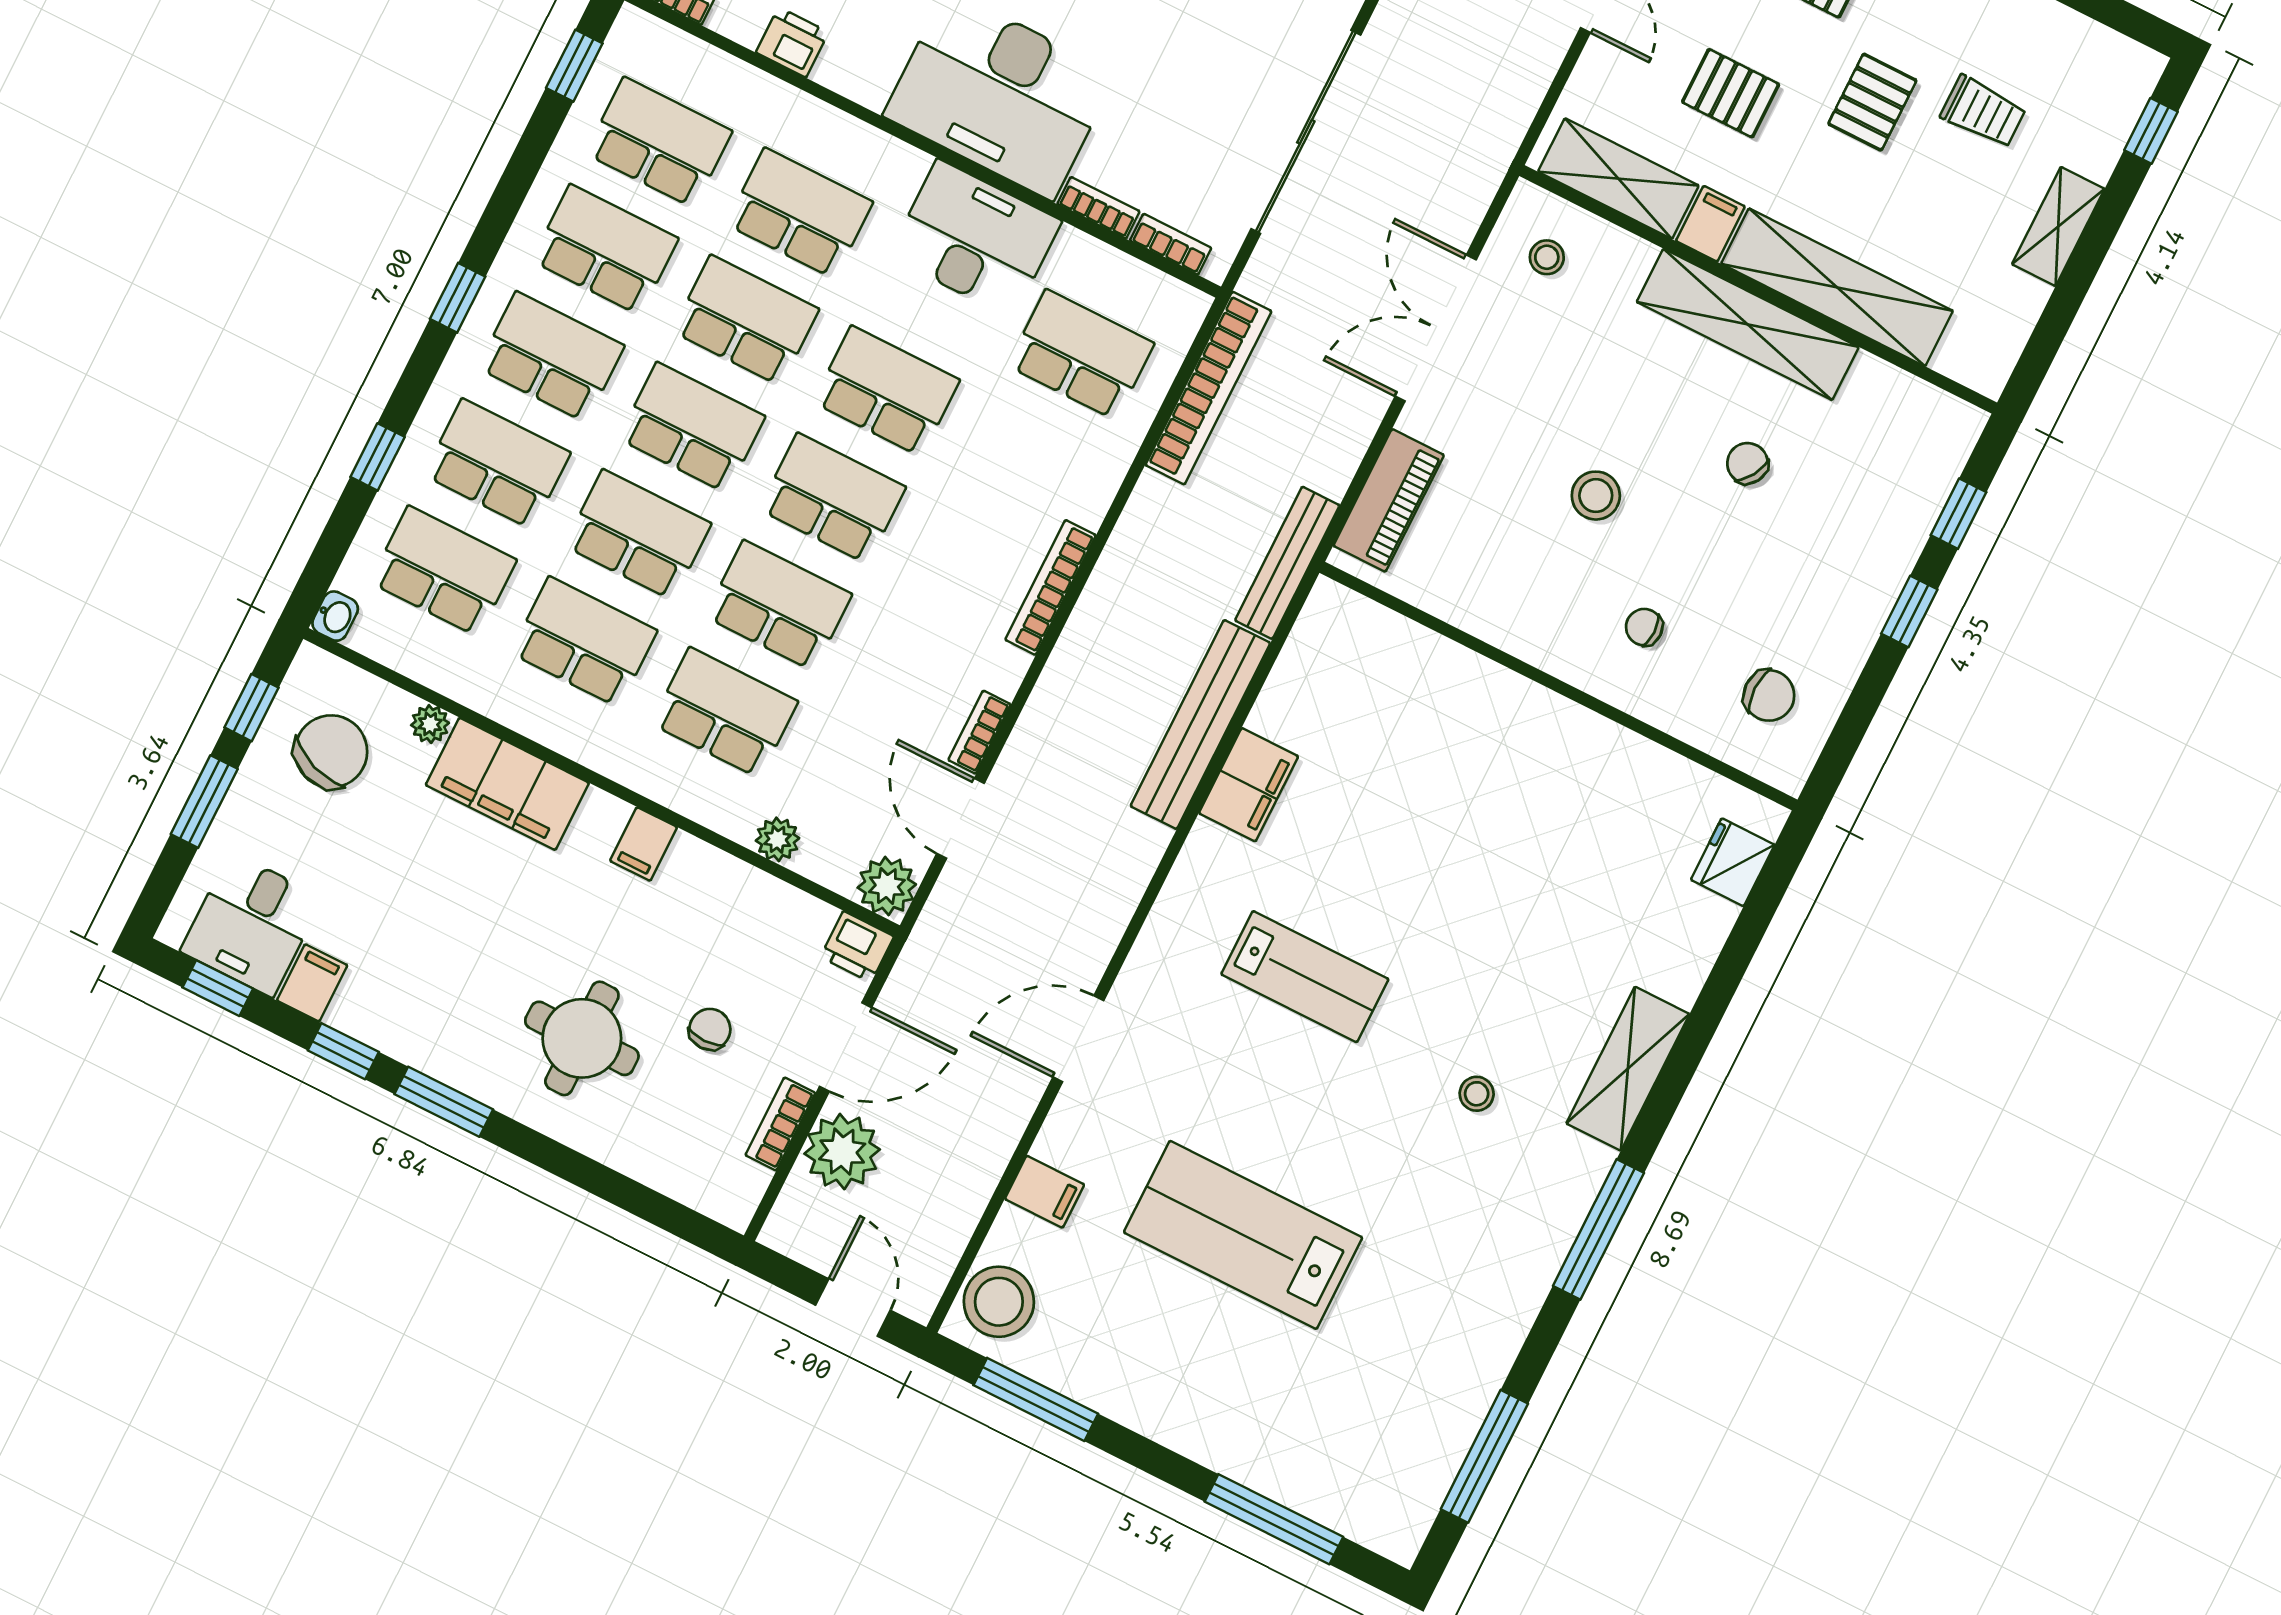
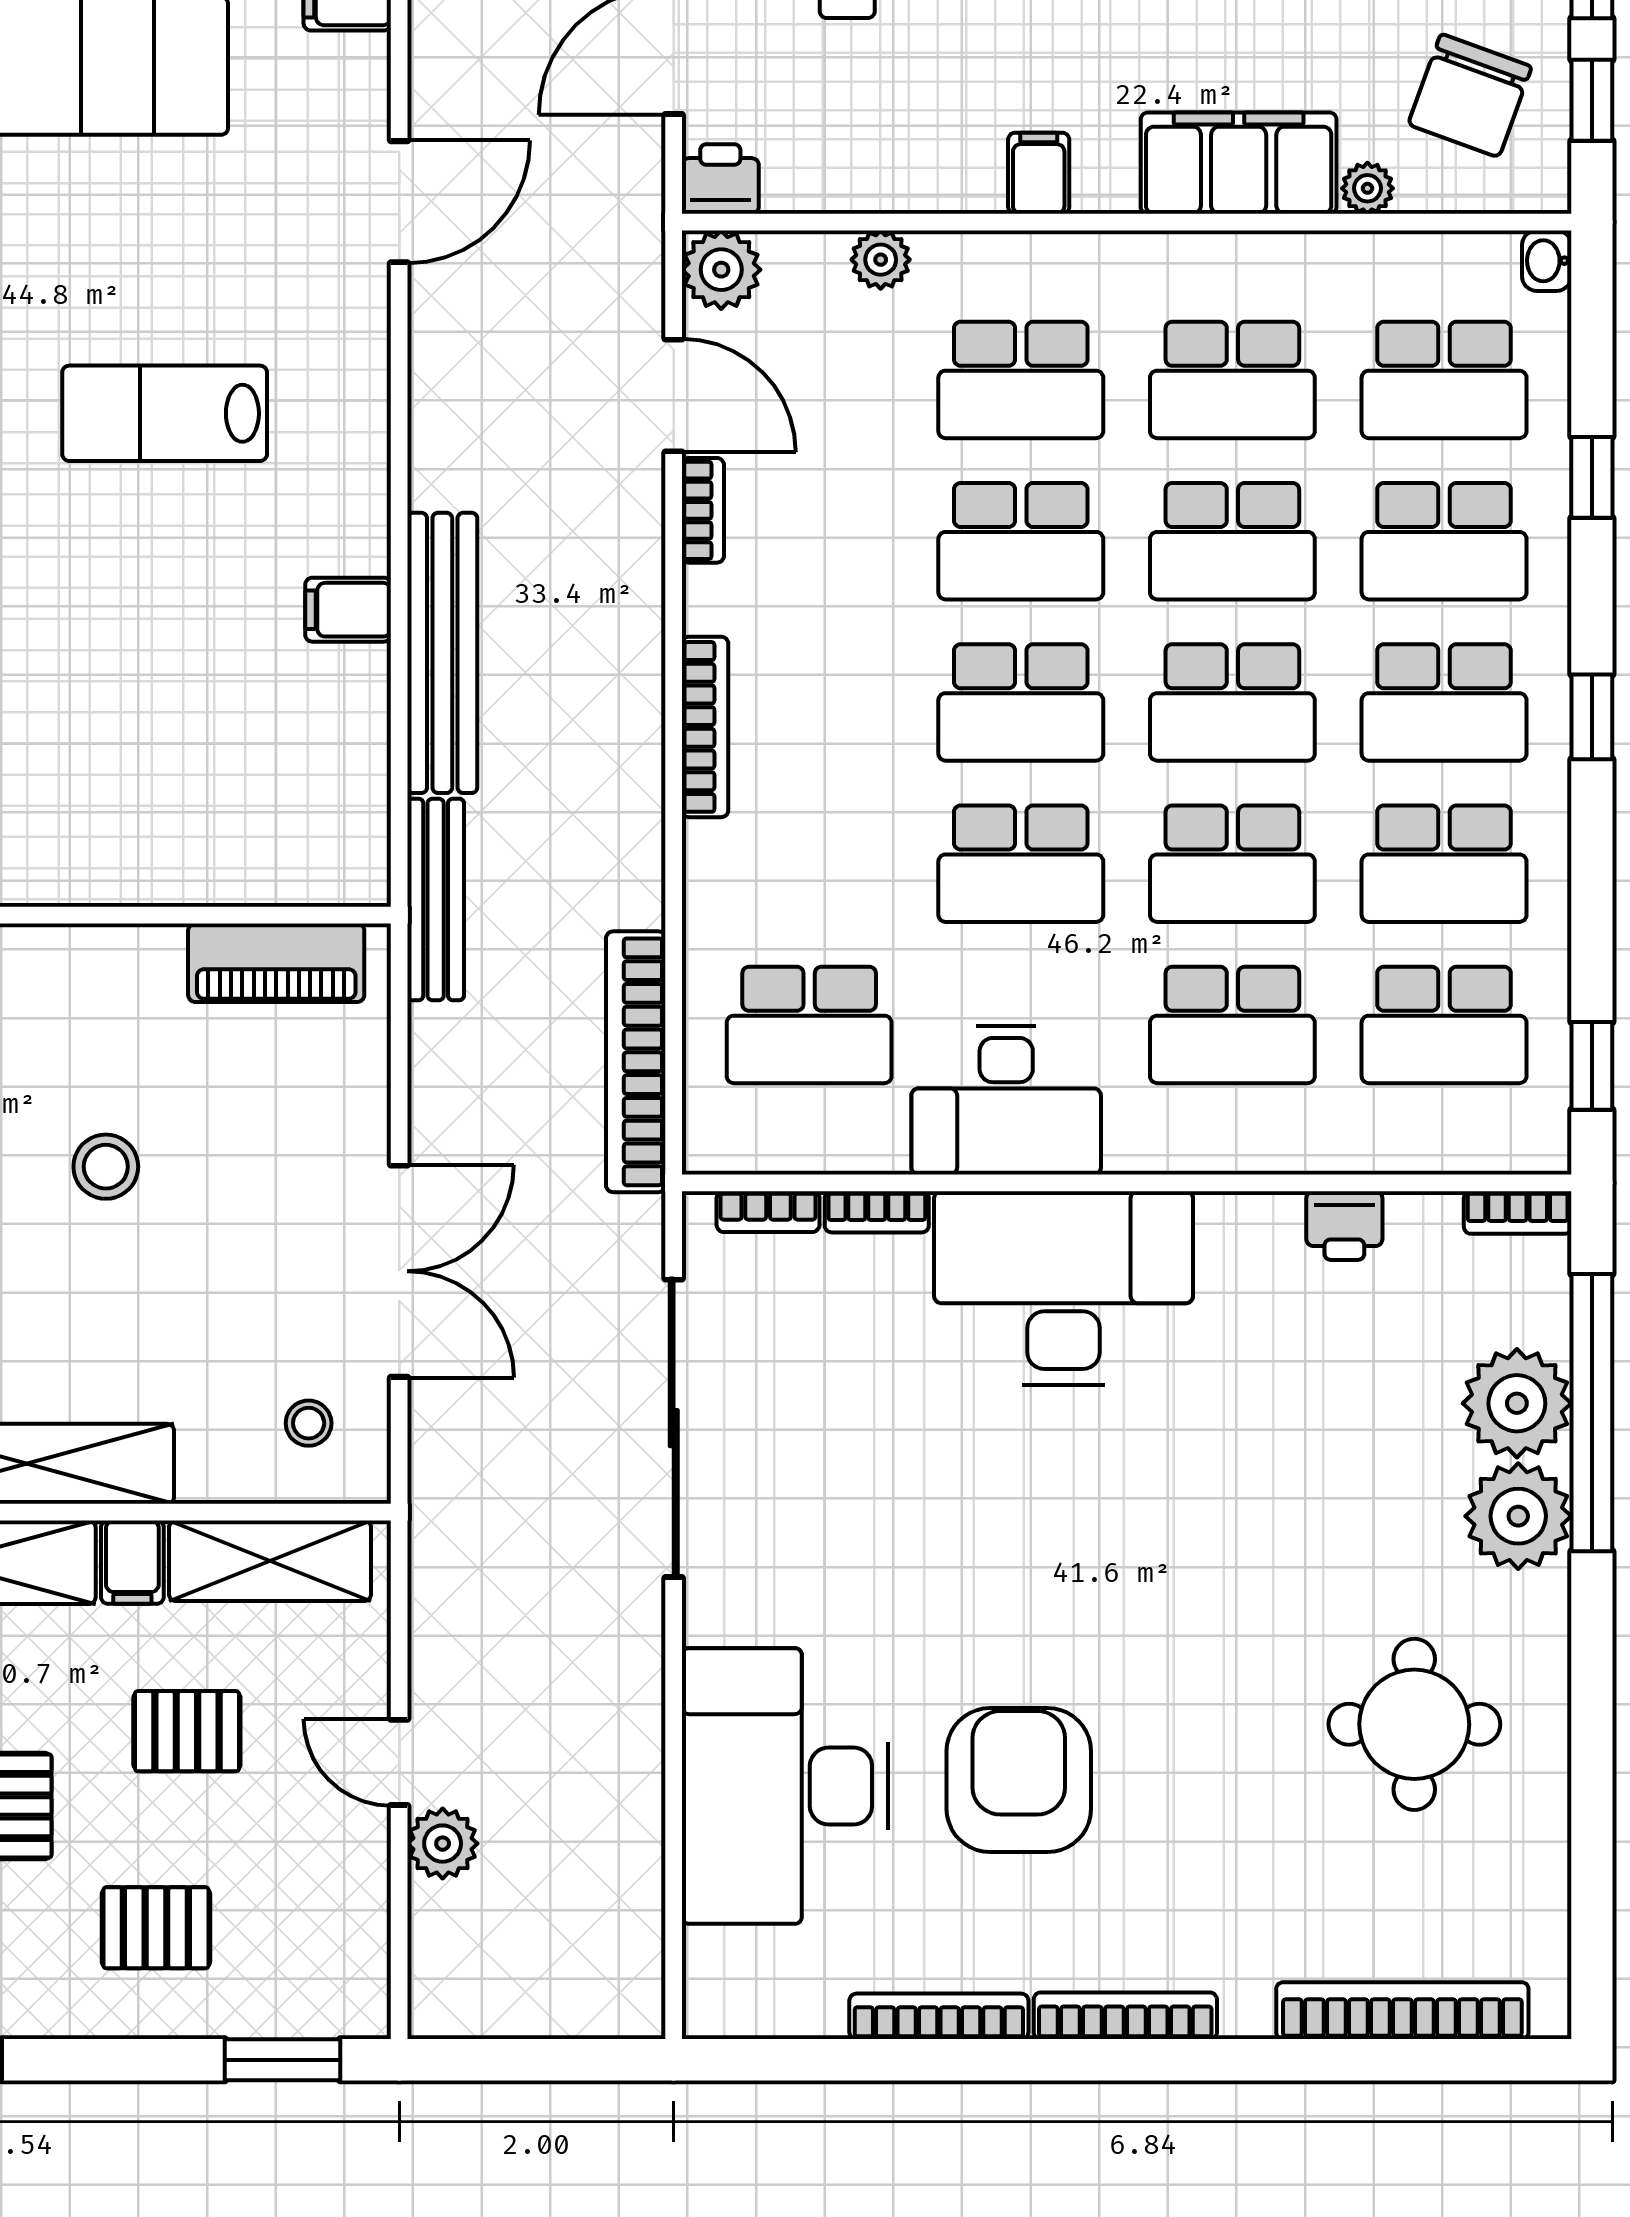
piano: (1389, 500) -> (276, 963), moved, turned -90
filing cabinet: (1249, 785) -> (348, 610), width x0.50

